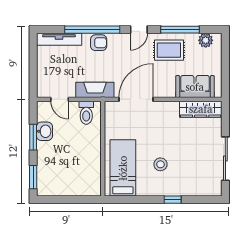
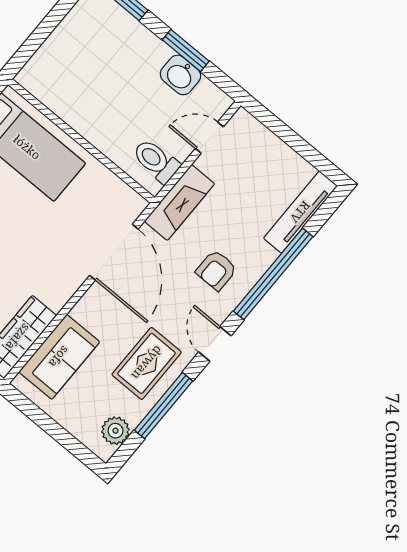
armchair: (99, 43) -> (216, 270), moved

